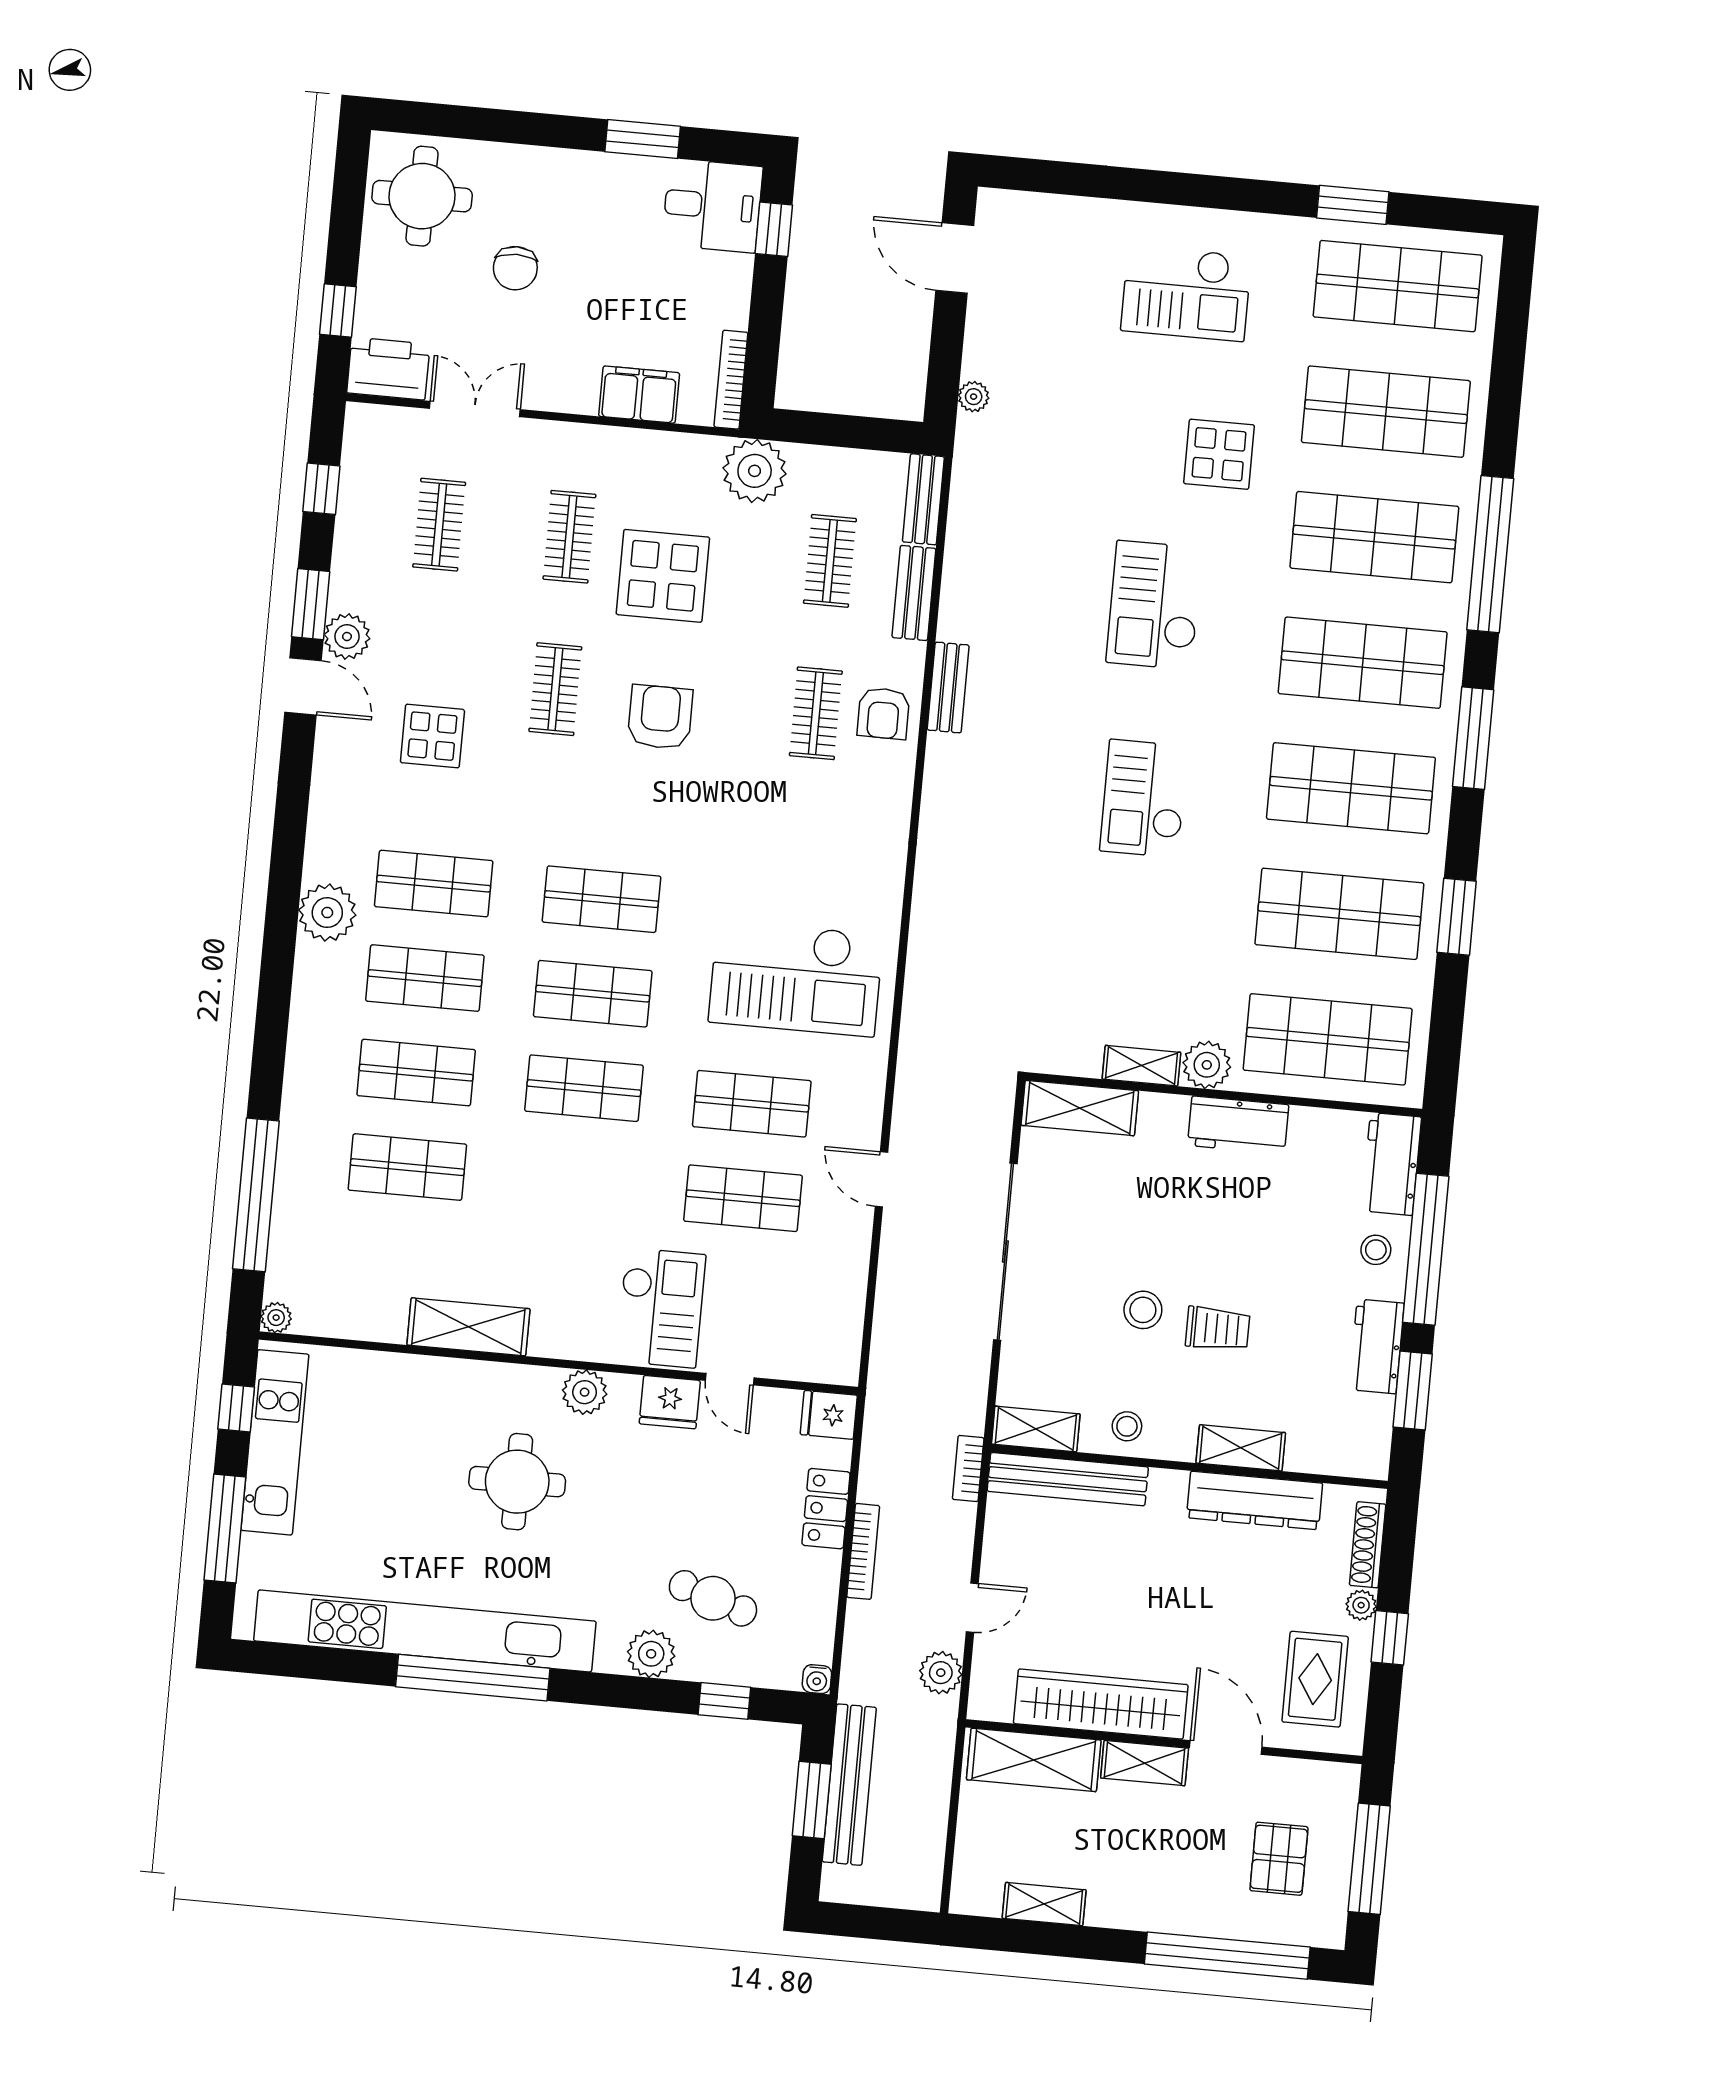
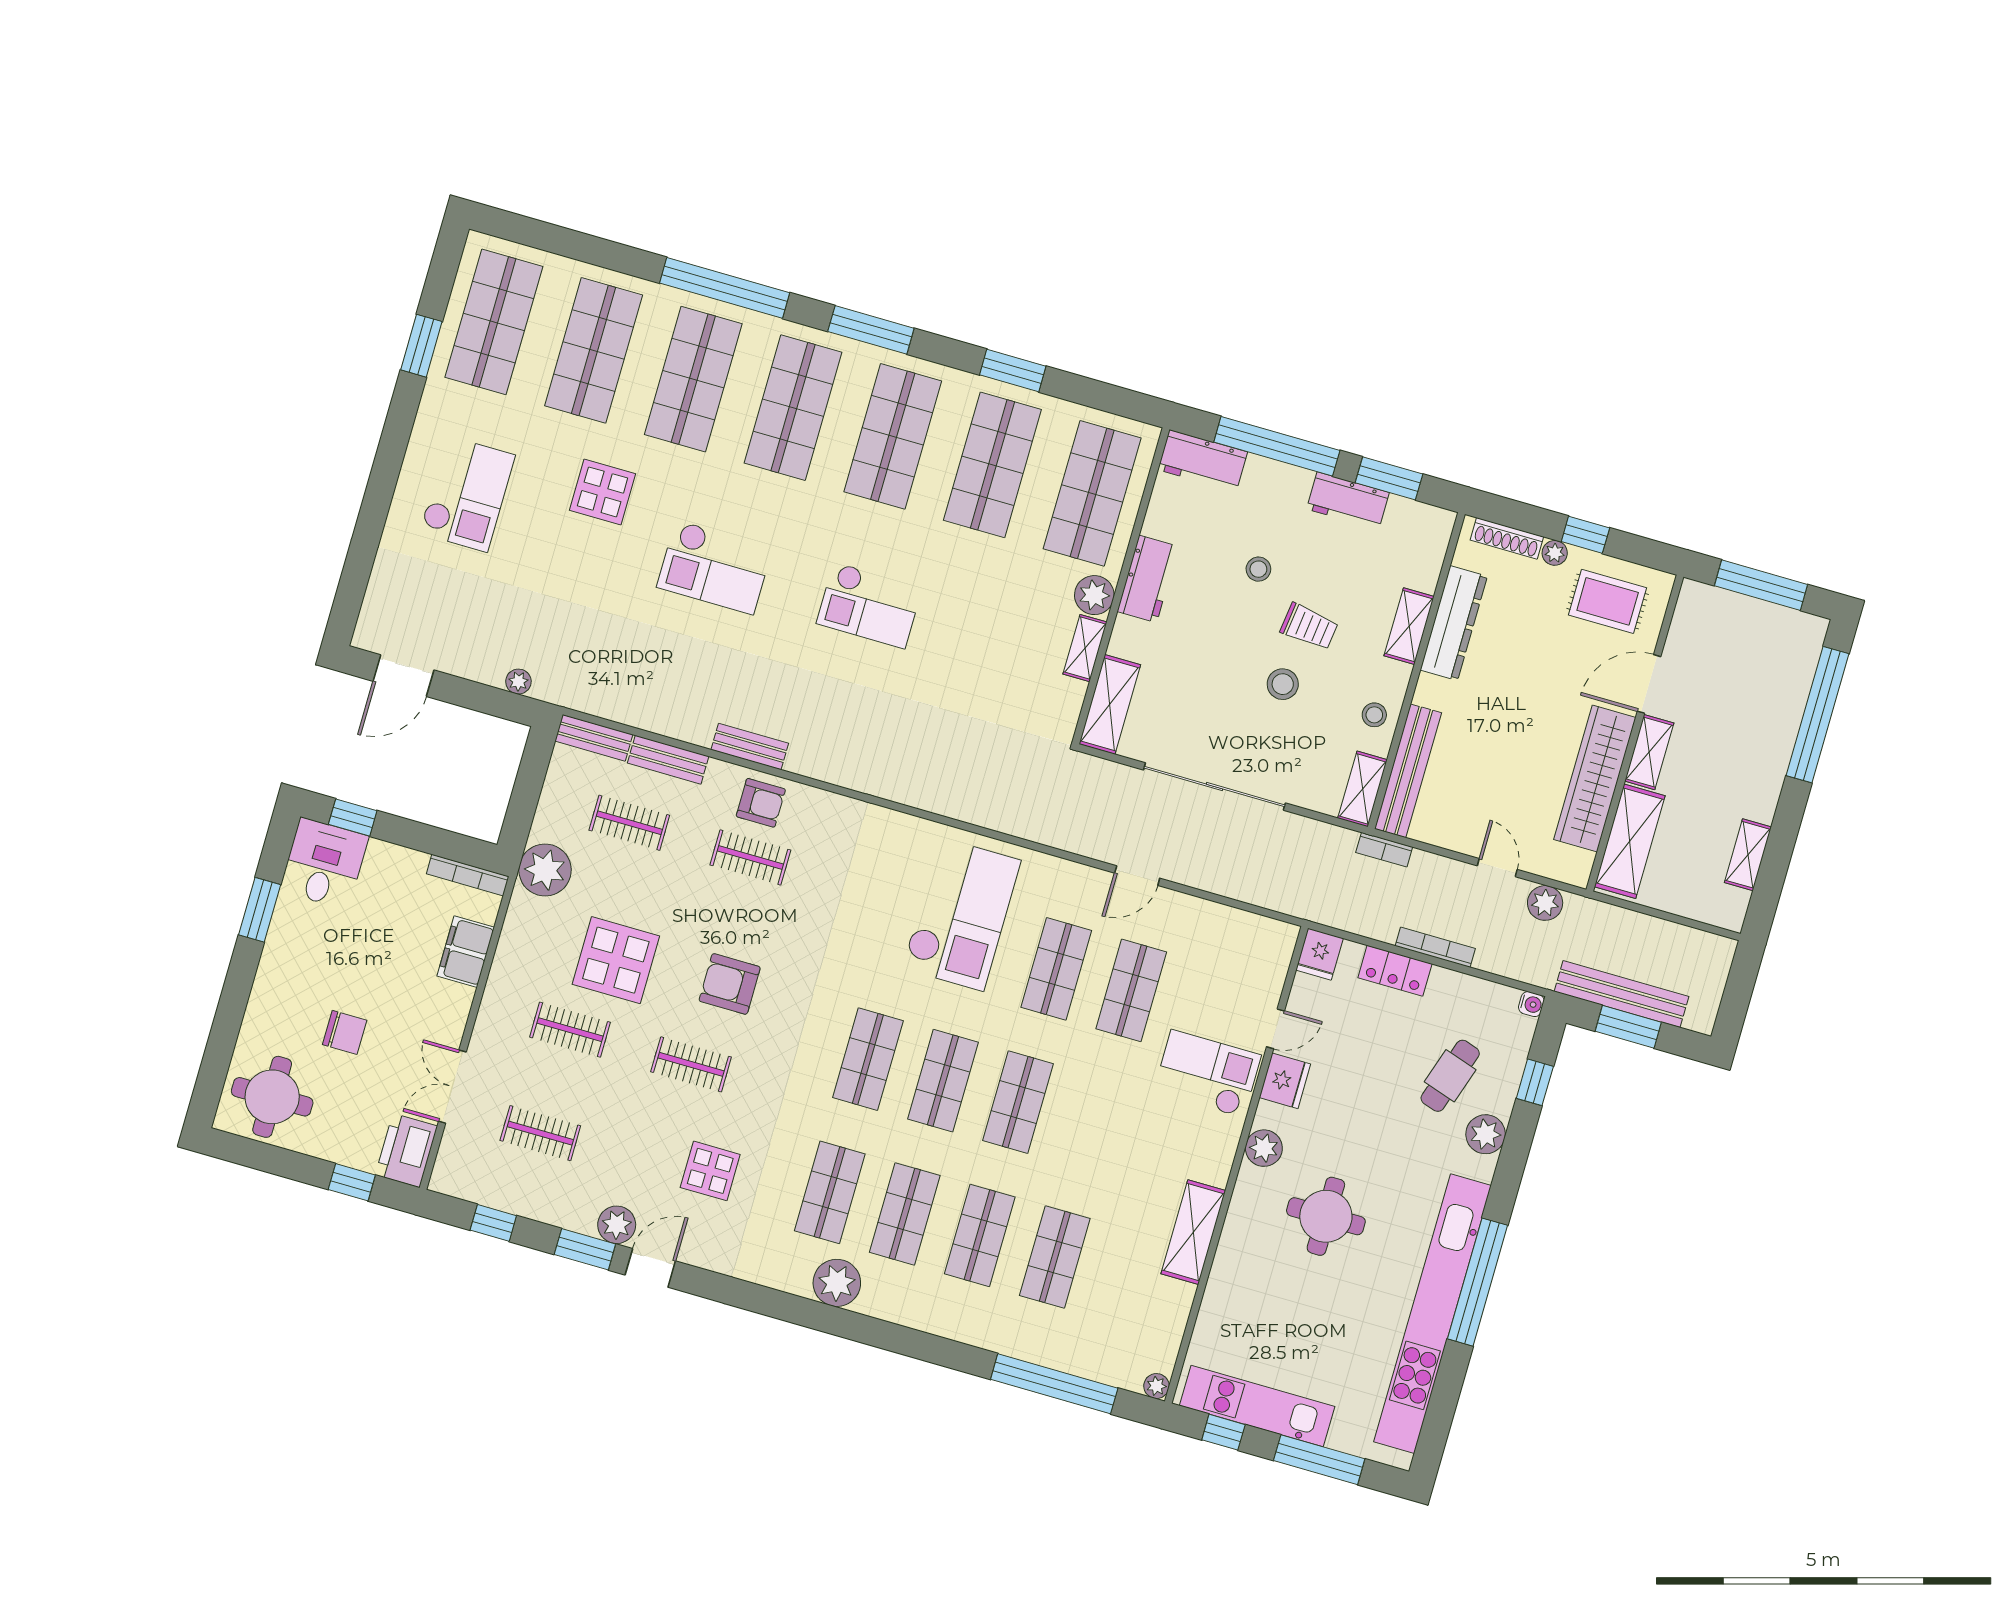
stool: (1376, 1250) -> (1258, 569), moved
trolley: (1218, 1329) -> (1309, 627), turned 97
pallet: (1279, 1859) -> (1747, 658), removed

